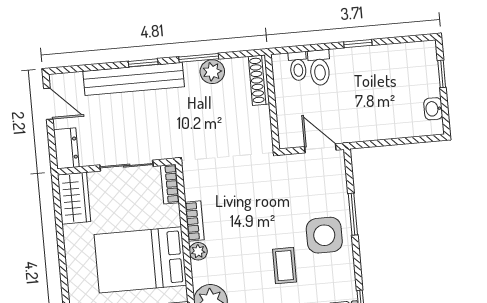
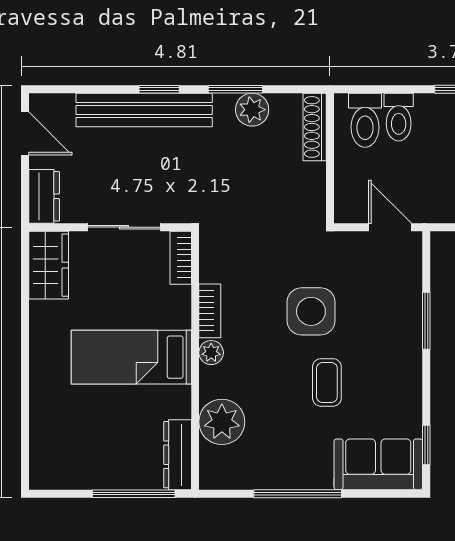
toilet: (298, 66) -> (365, 120), width x1.37, depth x1.39
side table: (324, 235) -> (311, 311), moved
bed: (140, 260) -> (131, 357), width x0.67

